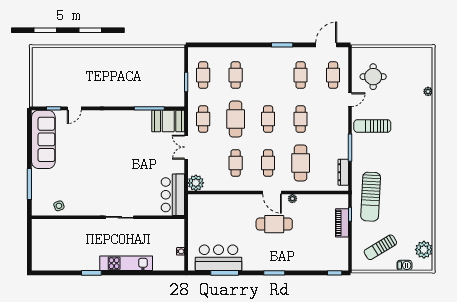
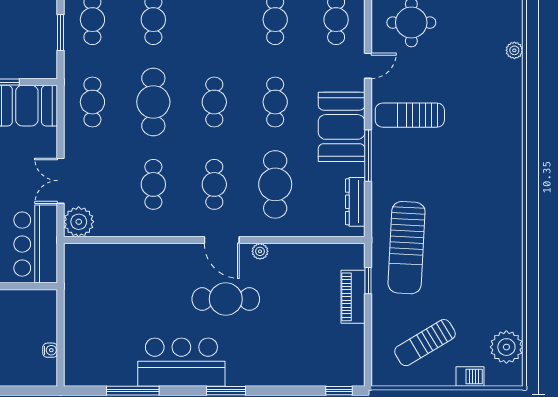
booth: (336, 132) -> (342, 127), added
double door: (186, 147) -> (61, 181), moved
bar counter: (219, 258) -> (181, 362), moved

